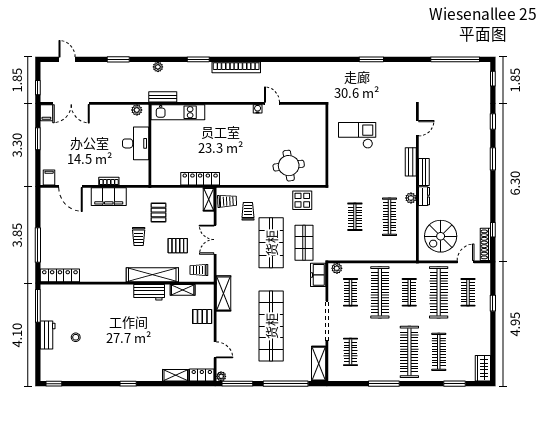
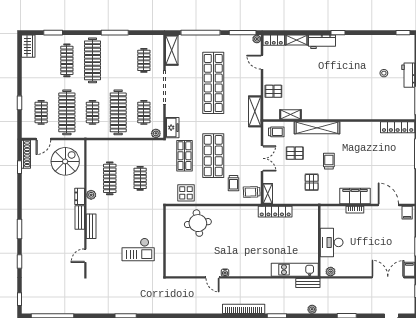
workbench: (149, 292) -> (322, 42), moved, turned 180

